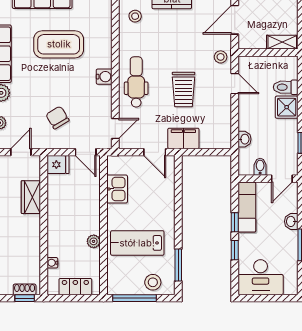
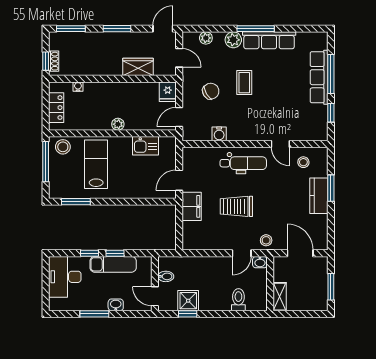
coffee table: (59, 44) -> (244, 83), moved, width x0.54, depth x0.58
water cooler: (104, 77) -> (219, 134), moved
shower: (287, 107) -> (188, 301), moved
door: (115, 128) -> (280, 144), moved
washbasin: (244, 139) -> (260, 262), moved
exam couch: (247, 207) -> (113, 264), moved
plant: (94, 241) -> (118, 124), moved
stool: (153, 282) -> (63, 147), moved

